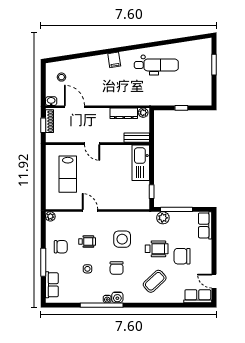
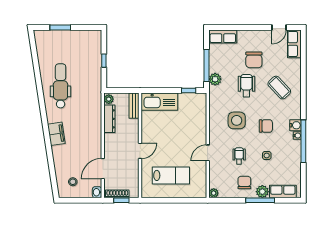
filing cabinet: (114, 60) -> (56, 134), width x2.00
plant: (52, 264) -> (262, 192), added

